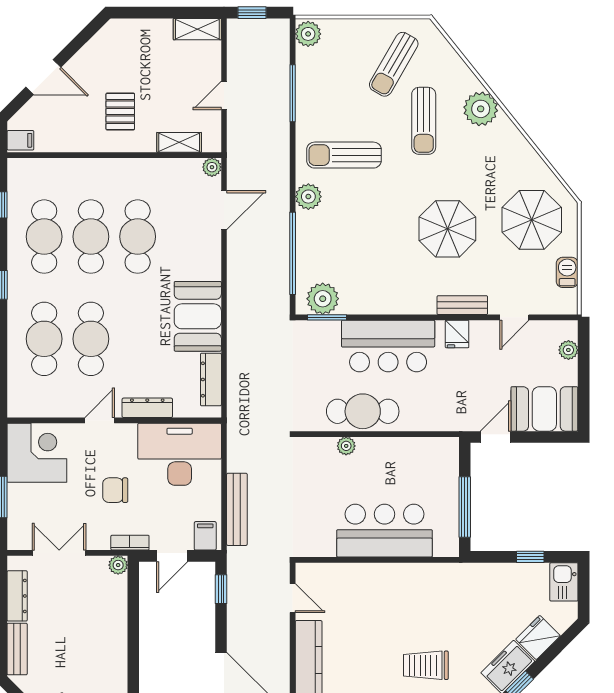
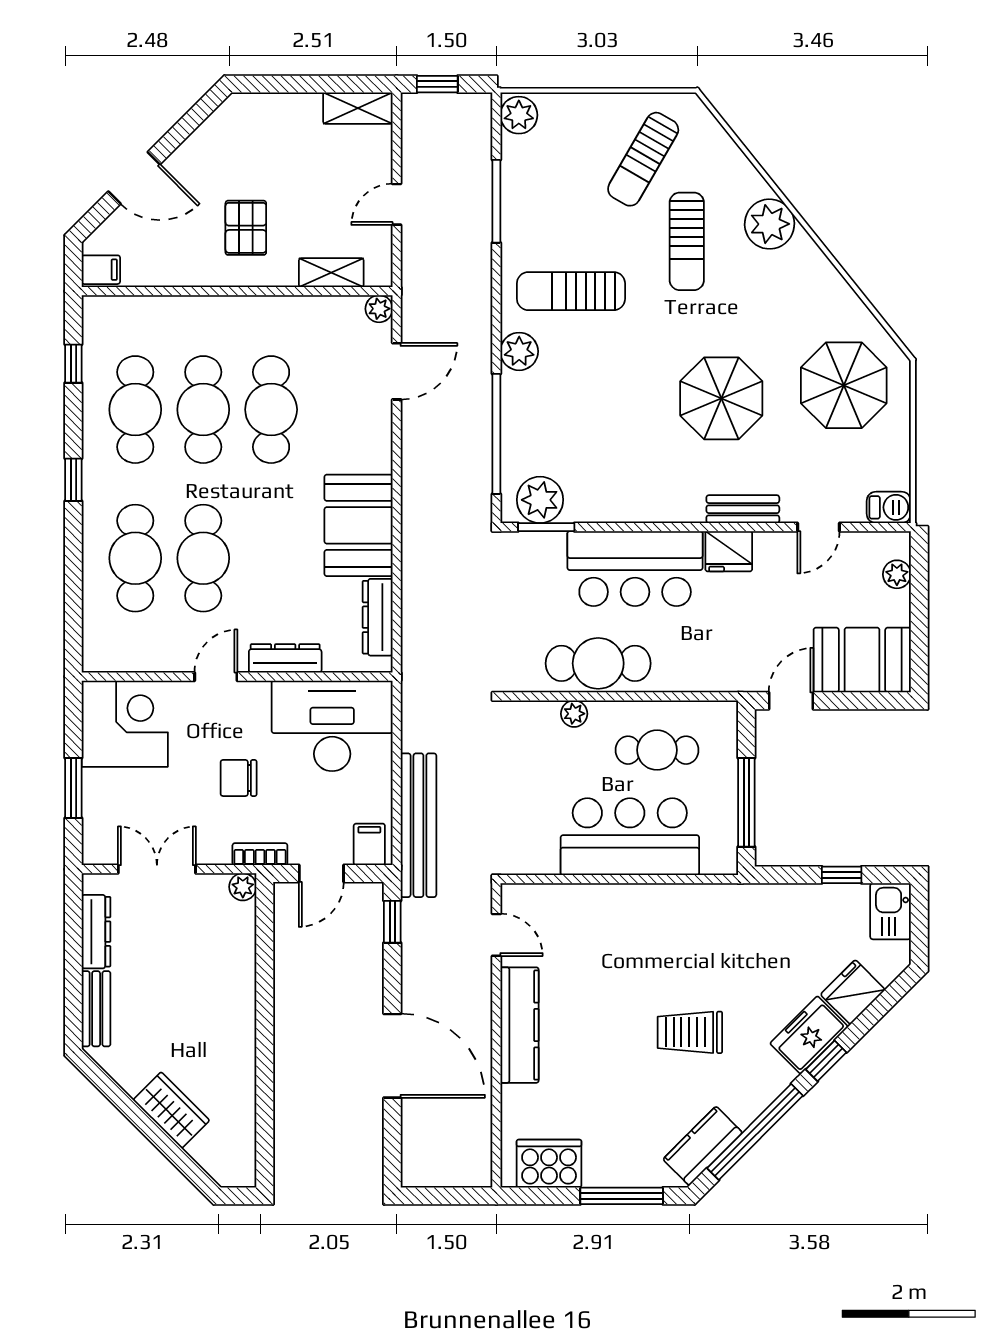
barbecue: (567, 272) -> (889, 507), moved, turned 90
fridge: (457, 334) -> (729, 551), width x1.38
cafe table: (403, 471) -> (657, 750), added
bench: (237, 509) -> (418, 825), width x1.37, depth x1.21

